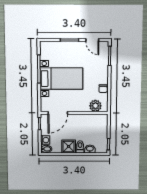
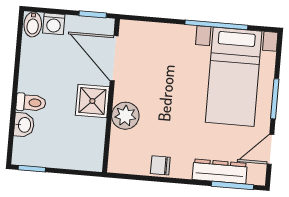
dresser: (104, 62) -> (220, 171), added
bed with nightstands: (61, 79) -> (234, 77), moved
plant: (95, 106) -> (125, 116), moved
shower: (69, 146) -> (92, 101), moved

